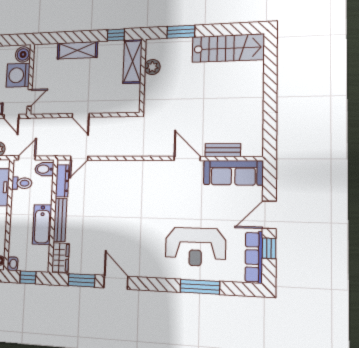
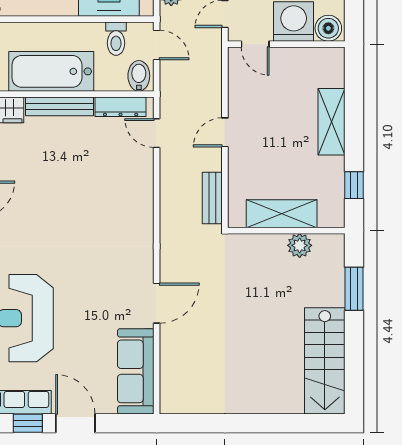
shelving: (133, 61) -> (282, 214), moved
bench: (223, 150) -> (212, 198), moved
bathtub: (42, 225) -> (51, 71), width x1.36, depth x1.36

